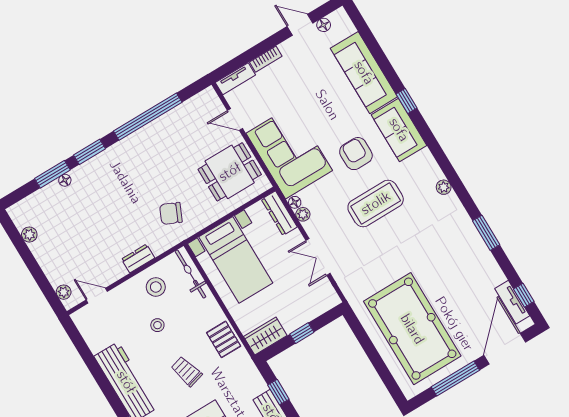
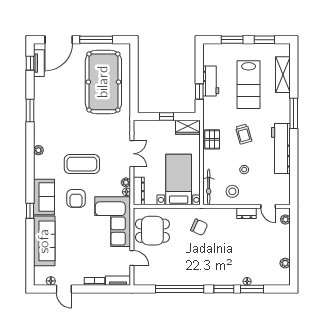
dresser: (138, 259) -> (247, 213), moved

